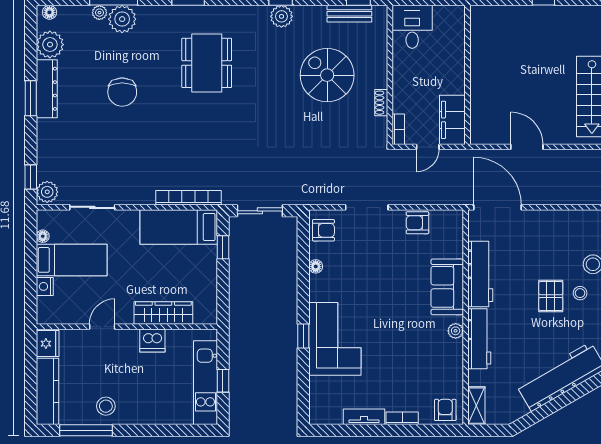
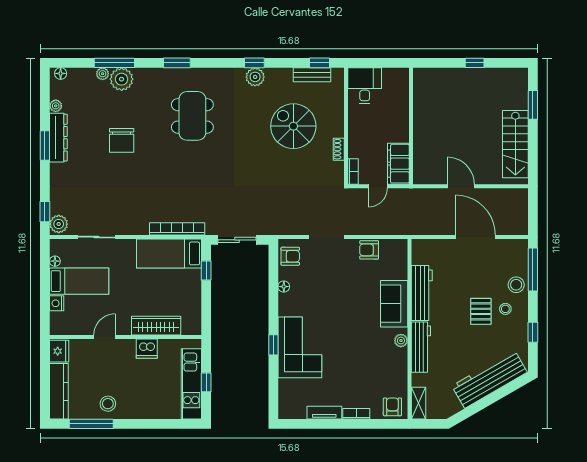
plant: (50, 45) -> (56, 106), width x0.53, depth x0.53
door: (498, 207) -> (475, 237), moved

